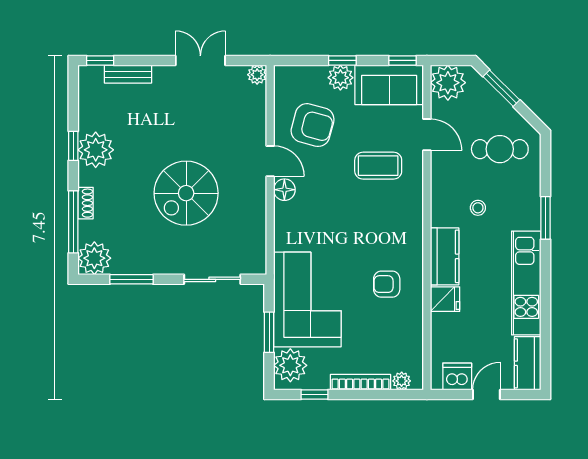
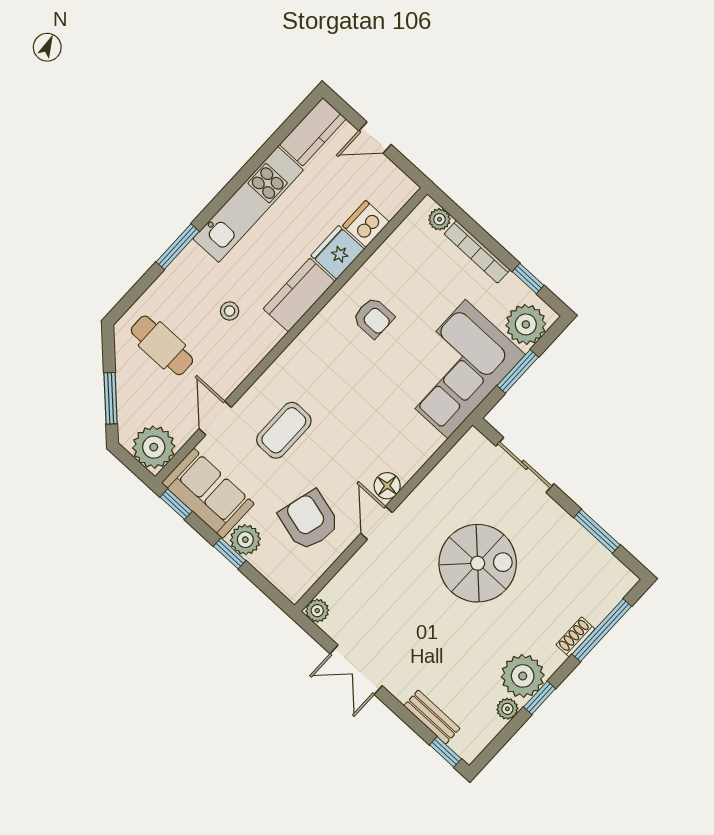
coffee table: (378, 166) -> (284, 430), turned 90
plant: (94, 258) -> (507, 709), moved, width x0.53, depth x0.53
fridge: (445, 299) -> (338, 252), width x1.38
dishwasher: (457, 376) -> (366, 224), moved, turned 90

